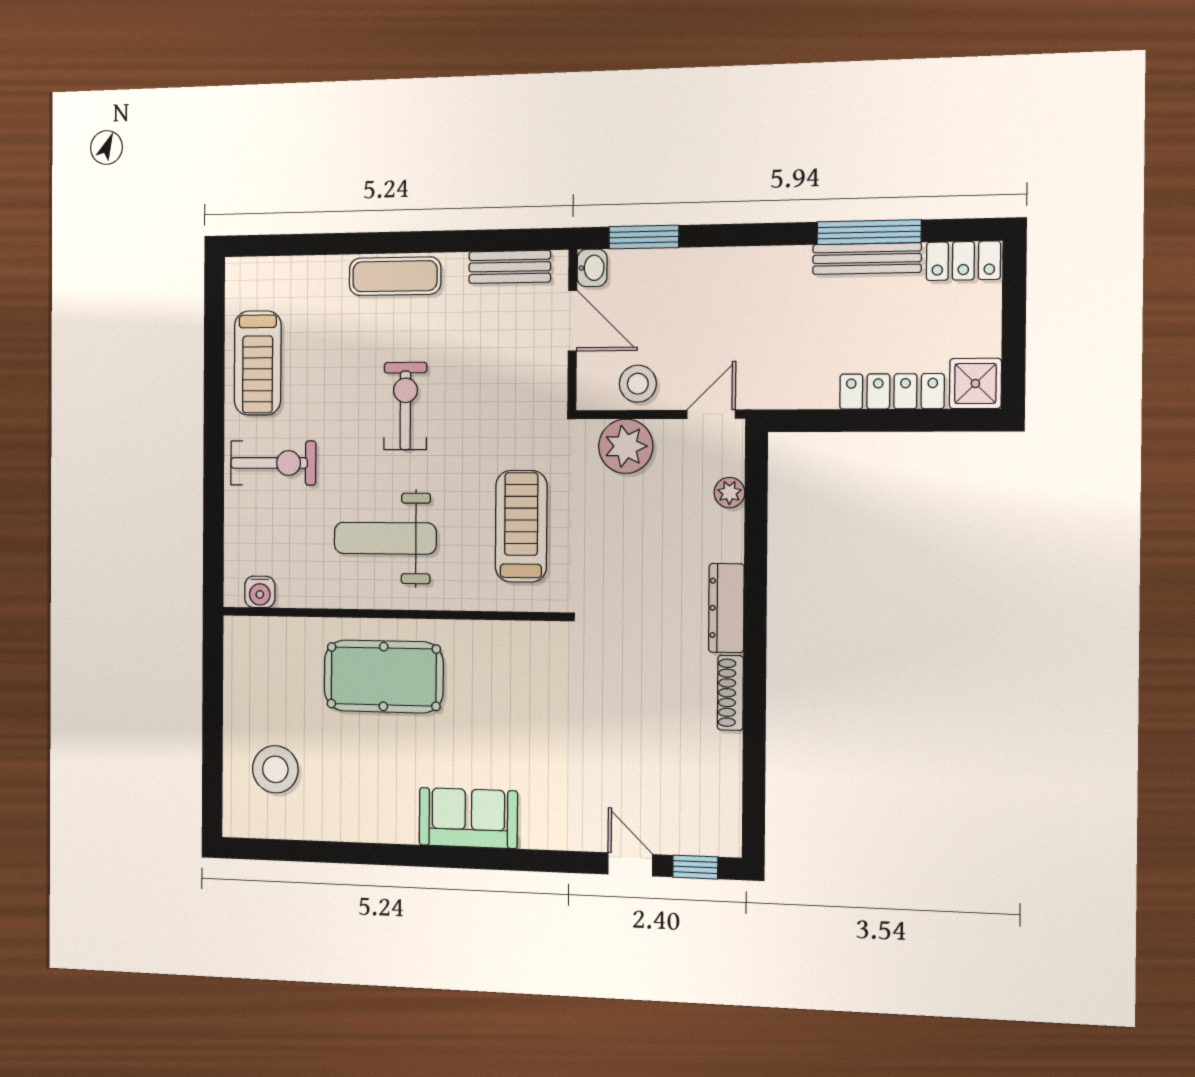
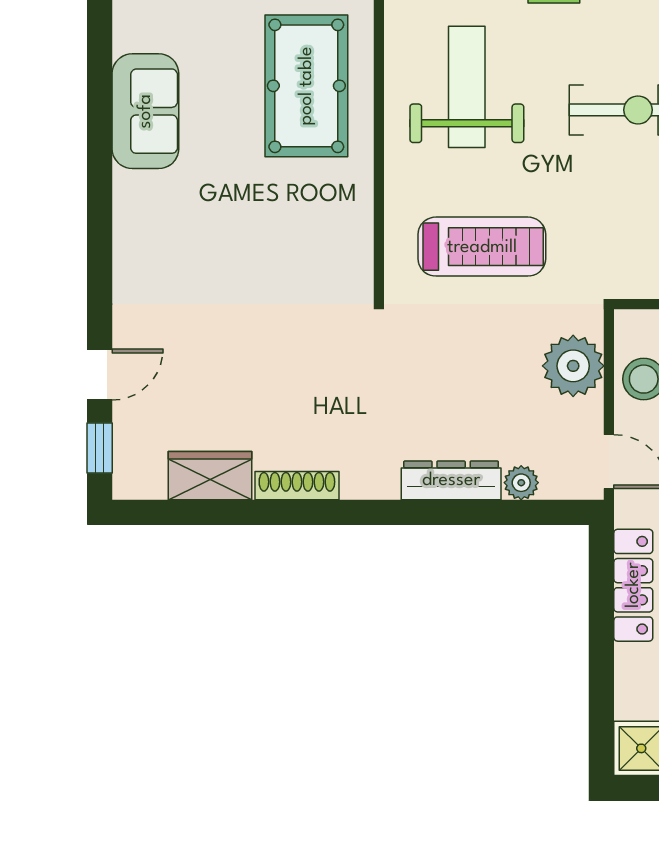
locker: (892, 391) -> (633, 585), moved
dresser: (726, 608) -> (451, 480), moved
wardrobe: (721, 770) -> (210, 476), added
sofa: (468, 818) -> (145, 111), moved

